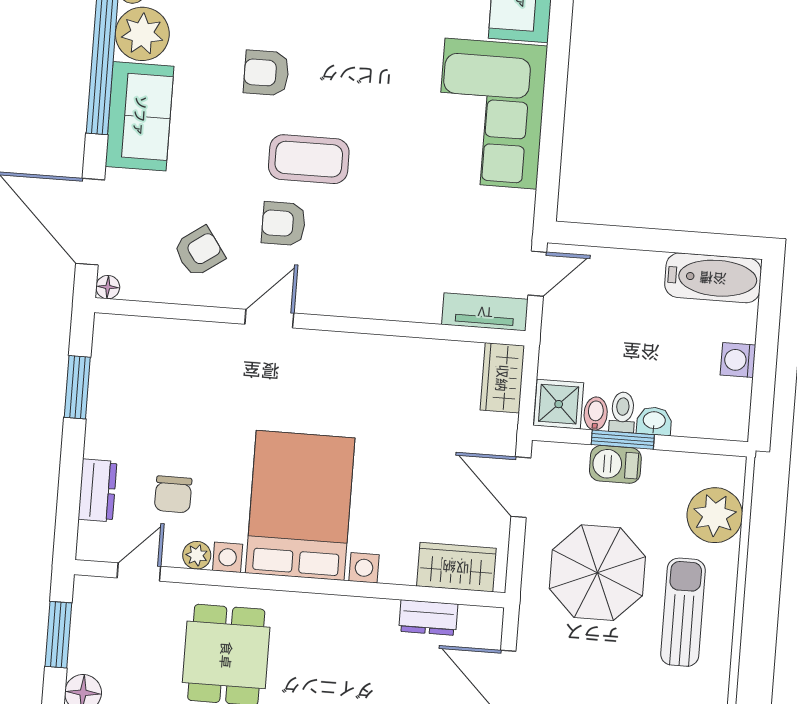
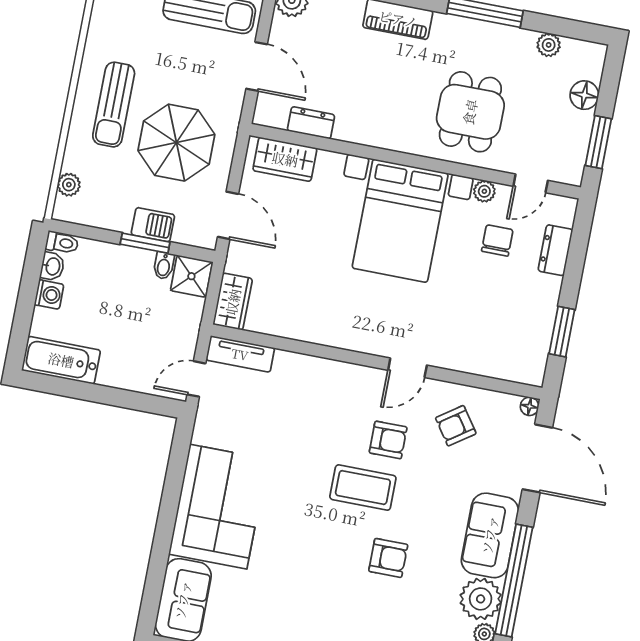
toilet: (622, 412) -> (62, 243), moved, turned -90
washbasin: (654, 421) -> (52, 266), moved, turned -90
plant: (715, 515) -> (69, 185), width x0.53, depth x0.53

